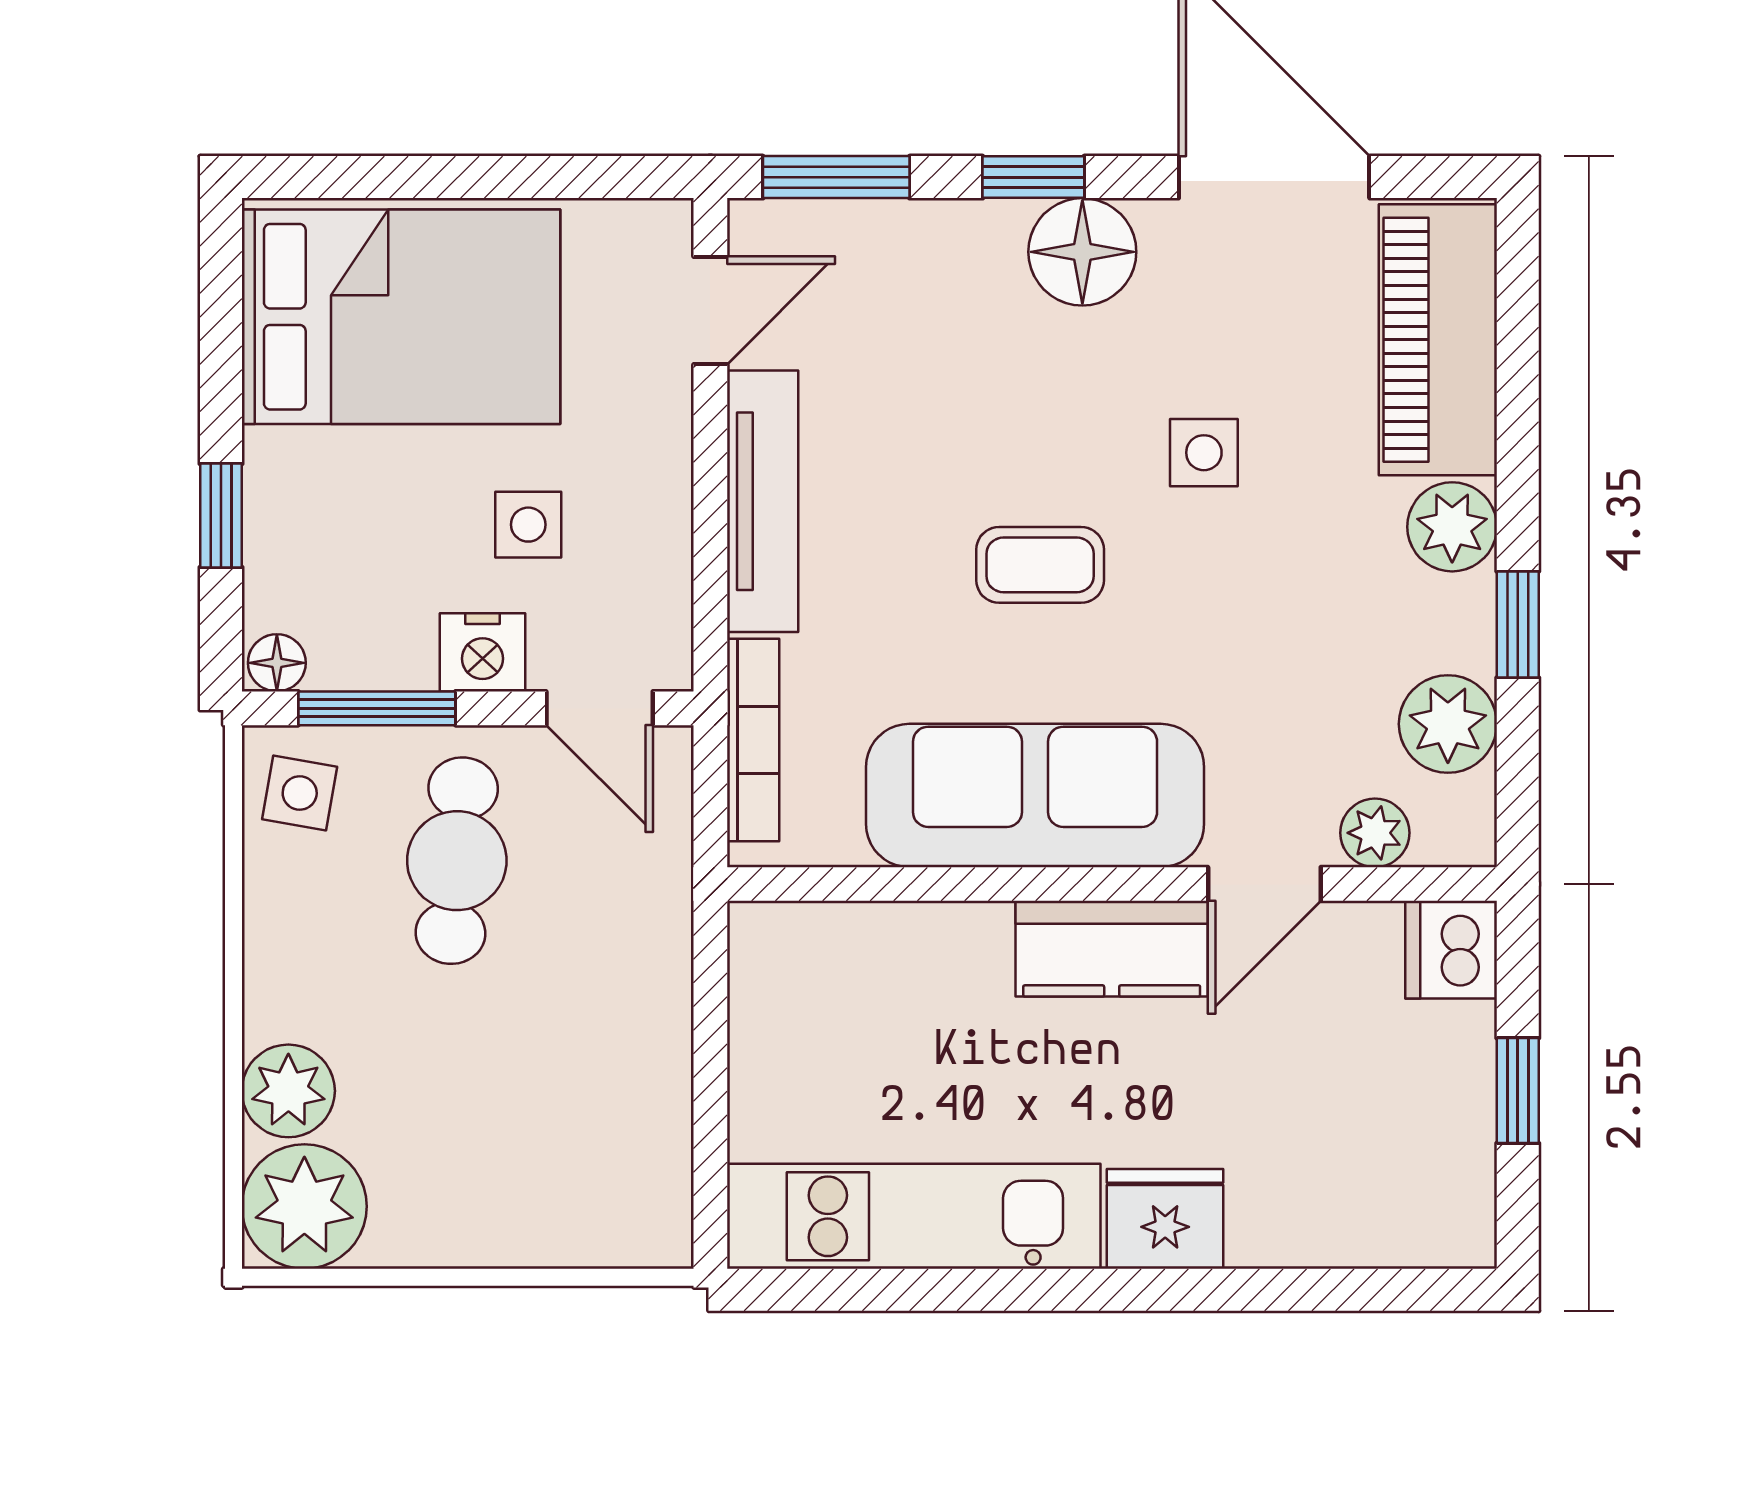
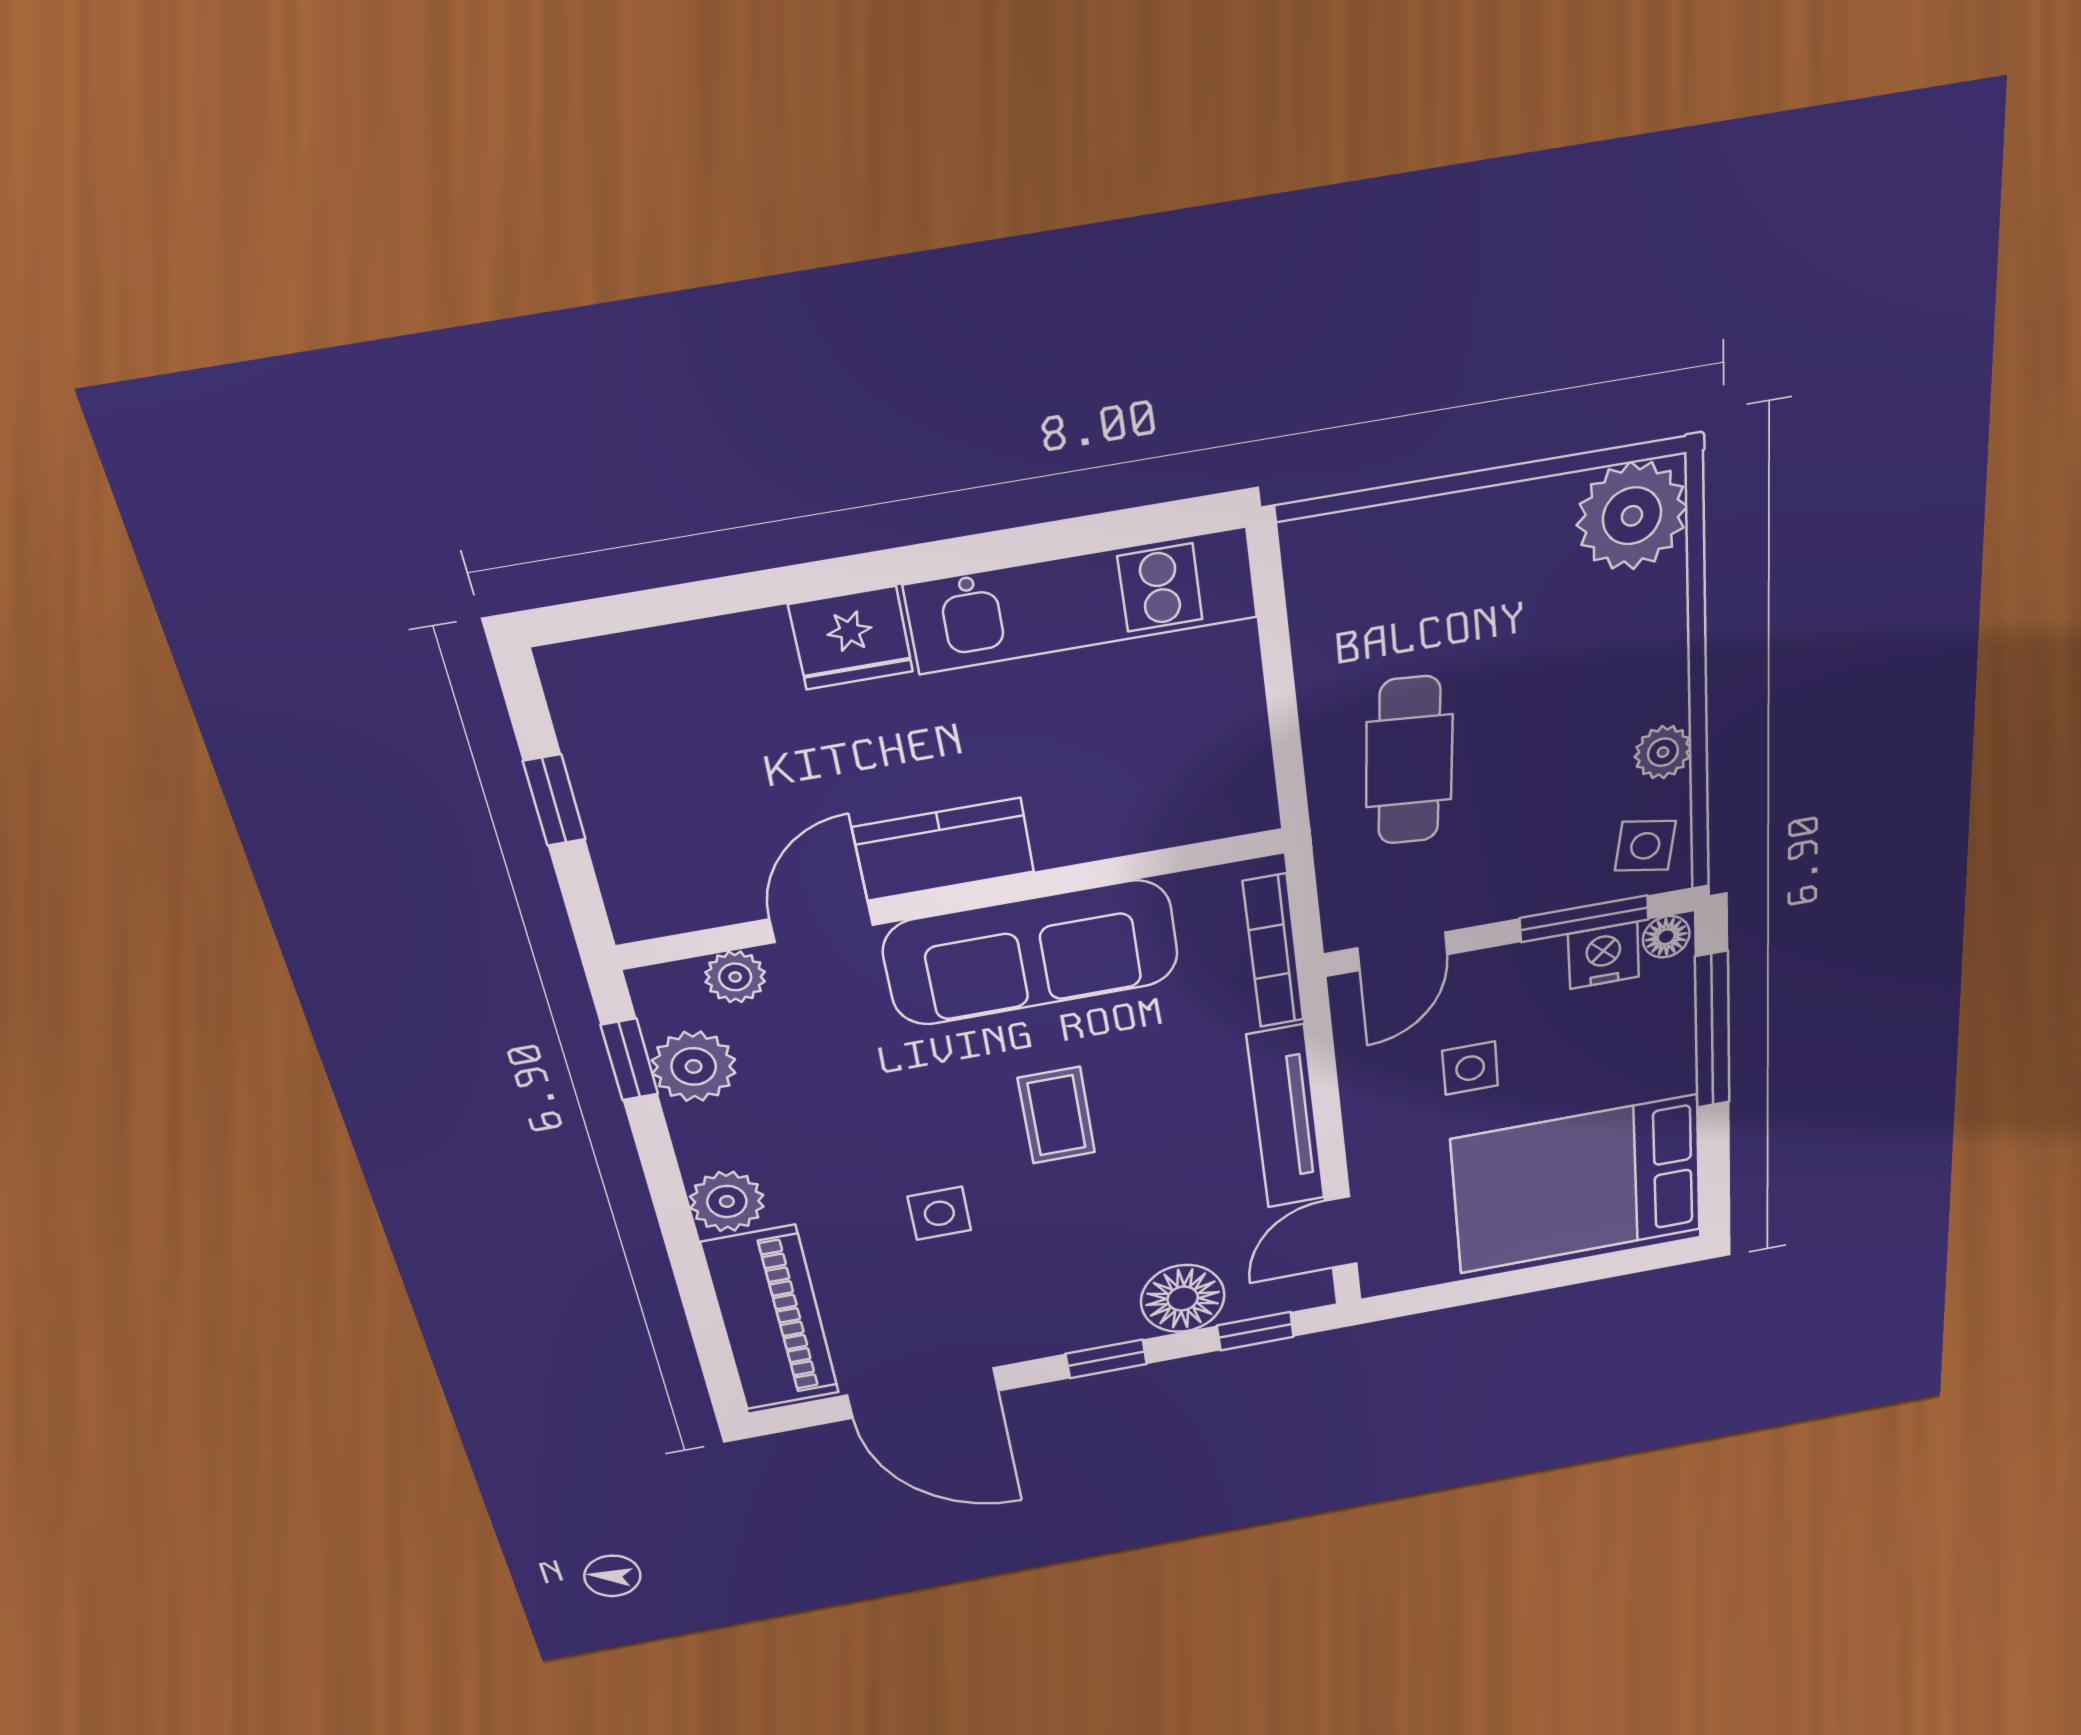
window: (836, 177) -> (1255, 1331), width x0.67
floor lamp: (1082, 252) -> (1183, 1299), moved
window: (221, 515) -> (1712, 1030), width x2.17
coffee table: (1040, 565) -> (1056, 1115), turned 90
window: (1518, 625) -> (629, 1060), moved
nightstand: (482, 652) -> (1604, 955), moved
door: (600, 708) -> (1402, 951), swing flipped
cafe table: (457, 861) -> (1409, 761), moved
dishwasher: (1451, 950) -> (645, 901), removed
plant: (288, 1091) -> (1663, 752), moved, width x0.73, depth x0.73

